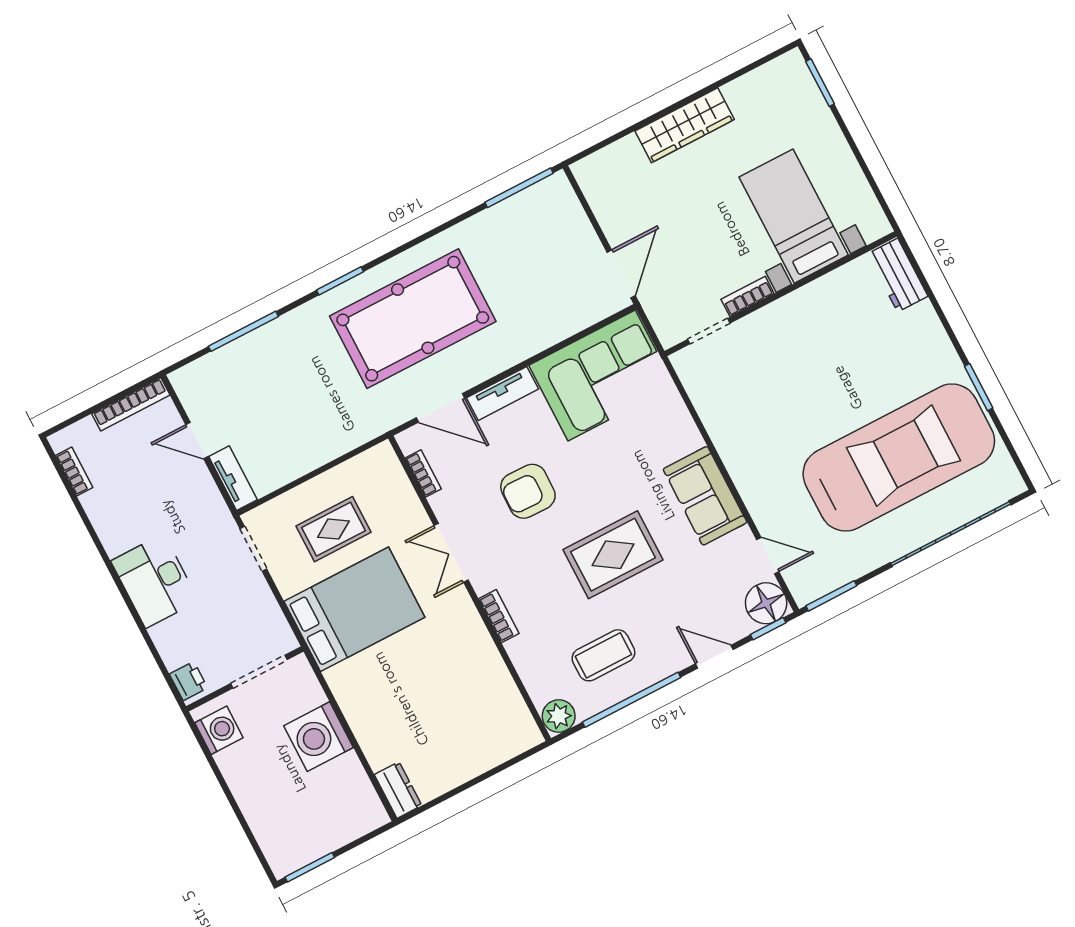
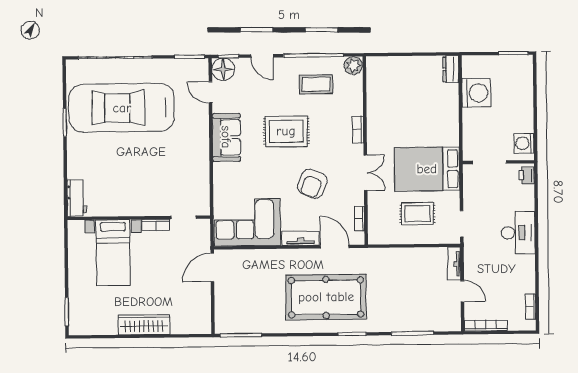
armchair: (528, 491) -> (312, 184), turned 112
washing machine: (319, 737) -> (476, 93), moved

